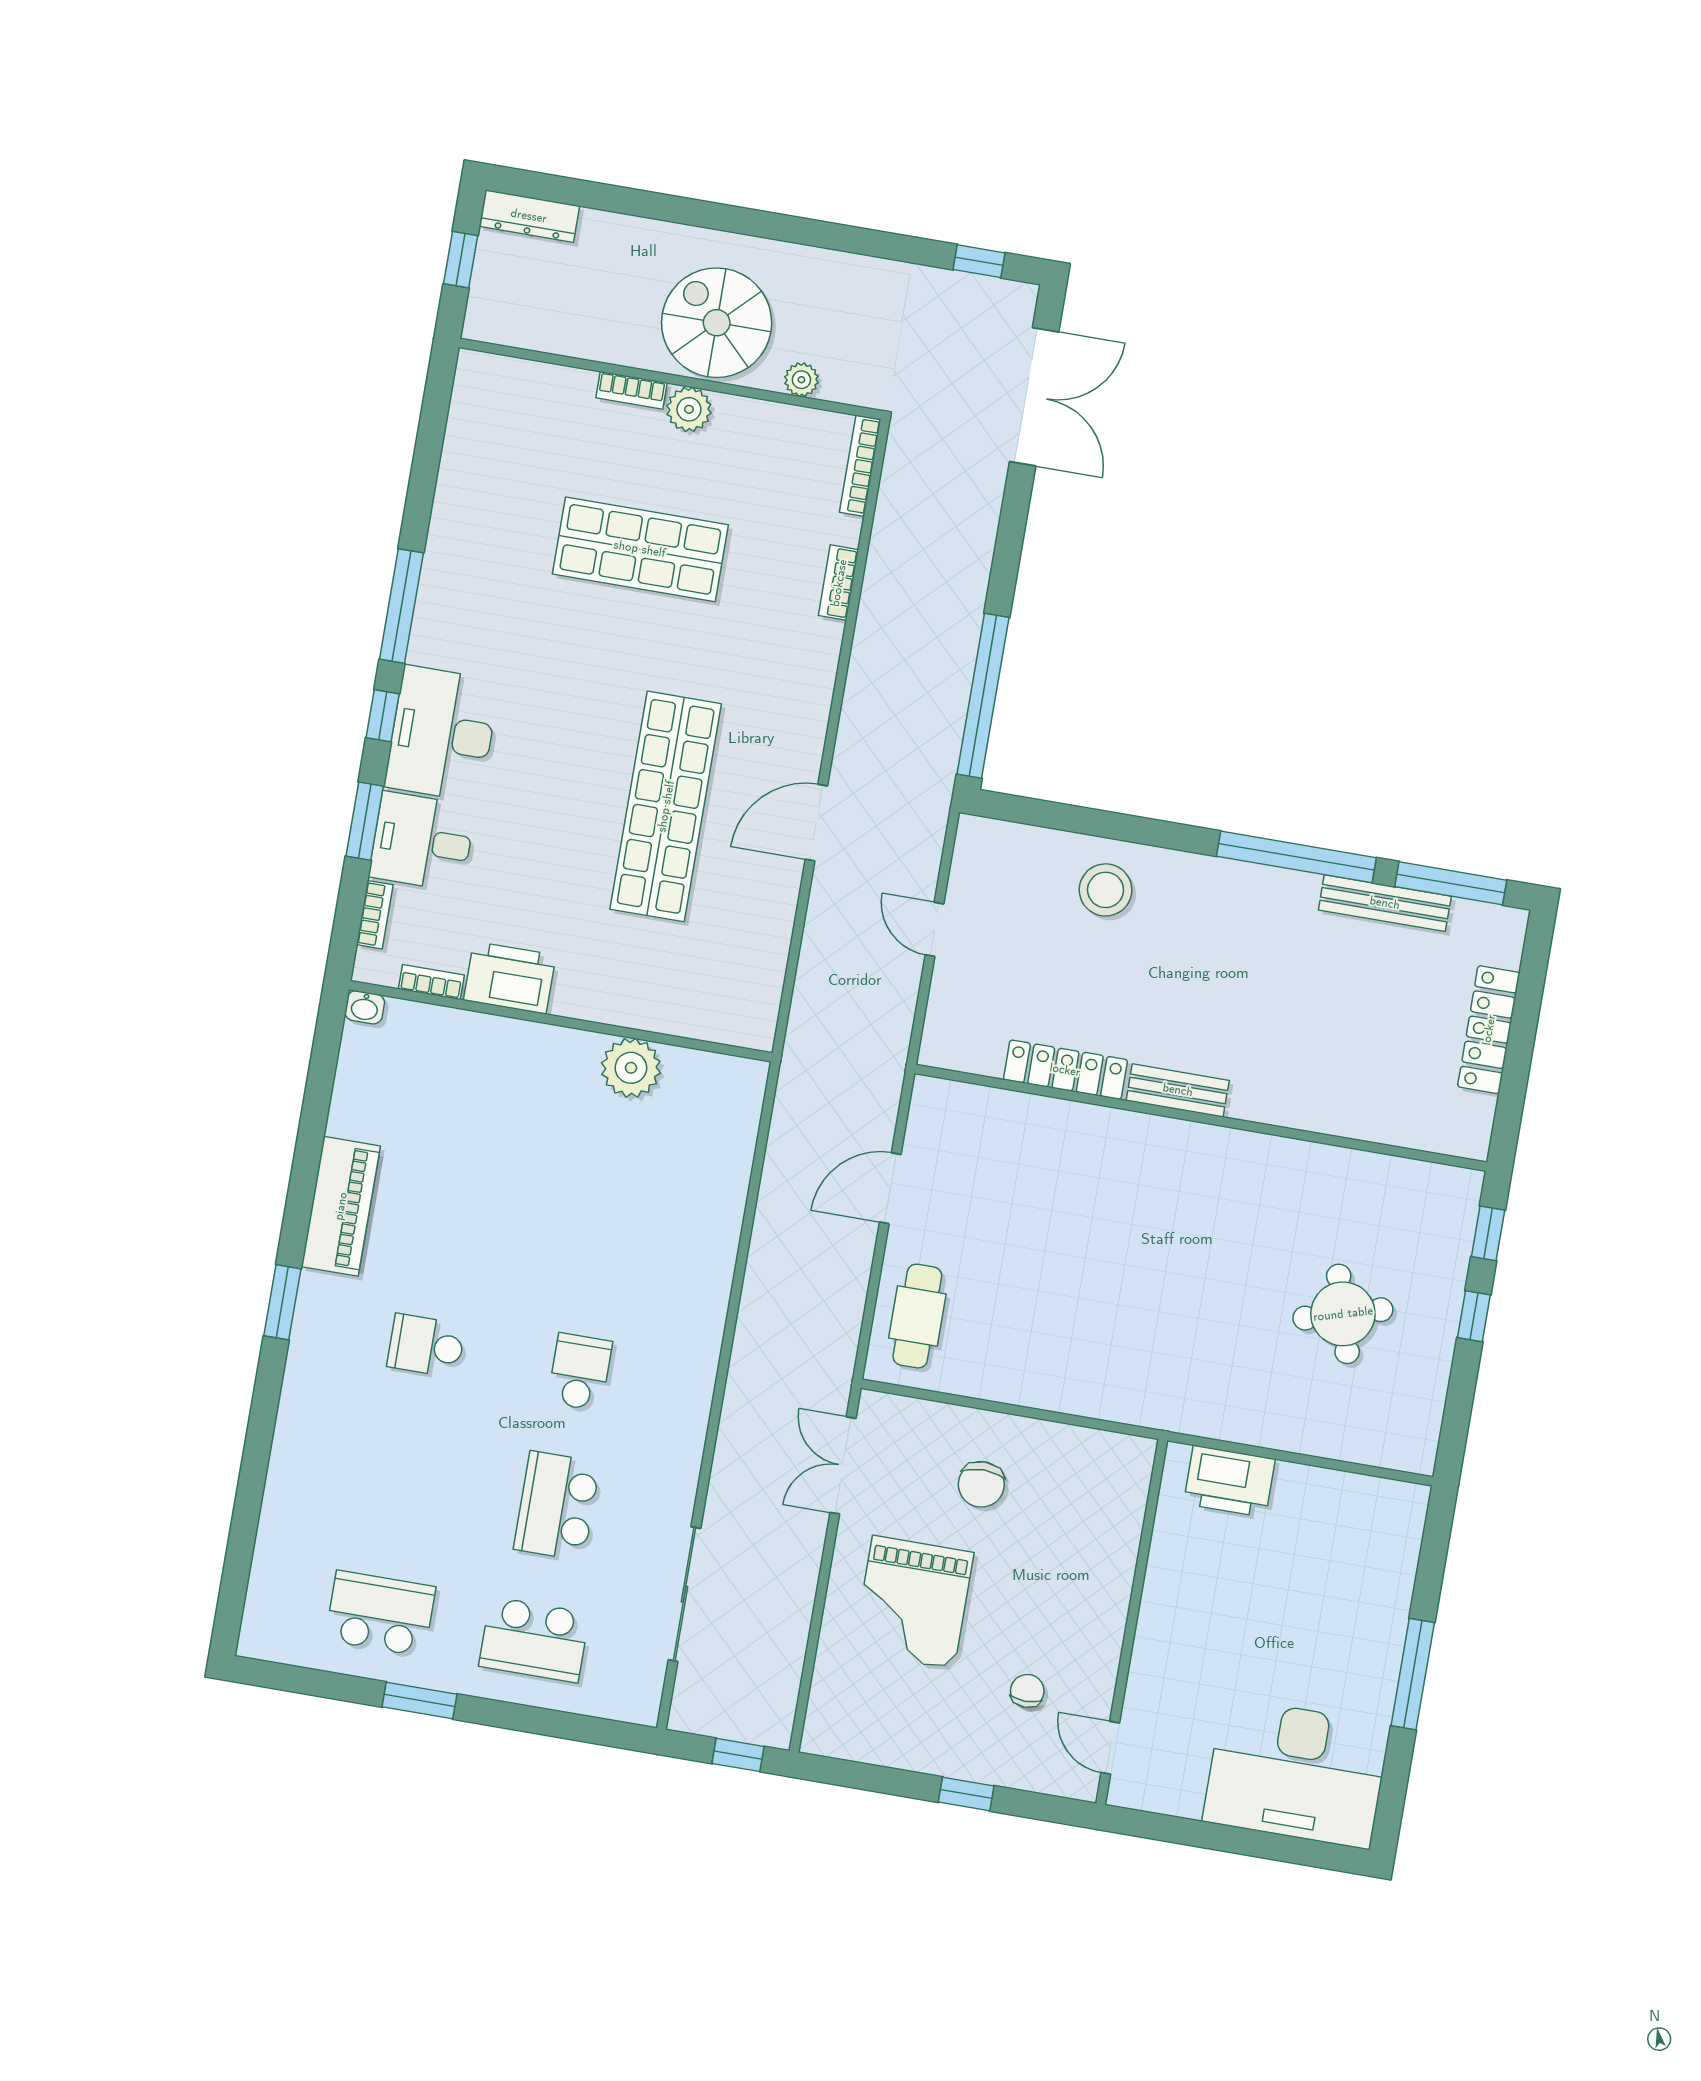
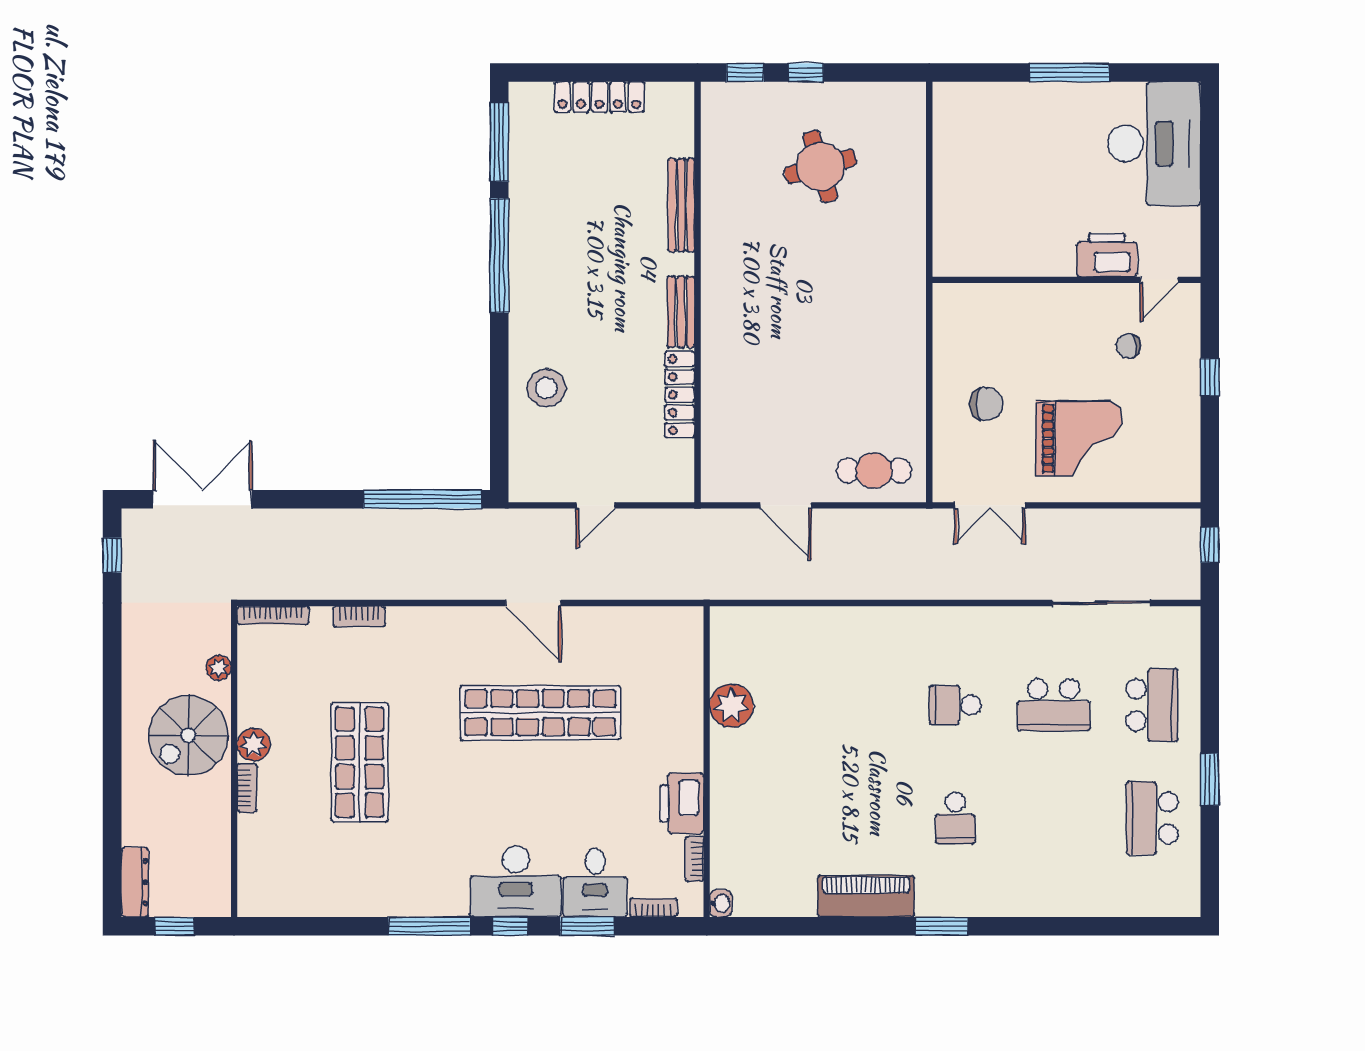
bench: (1385, 903) -> (681, 205), moved
printer: (1229, 1481) -> (1107, 255), moved, turned -90

